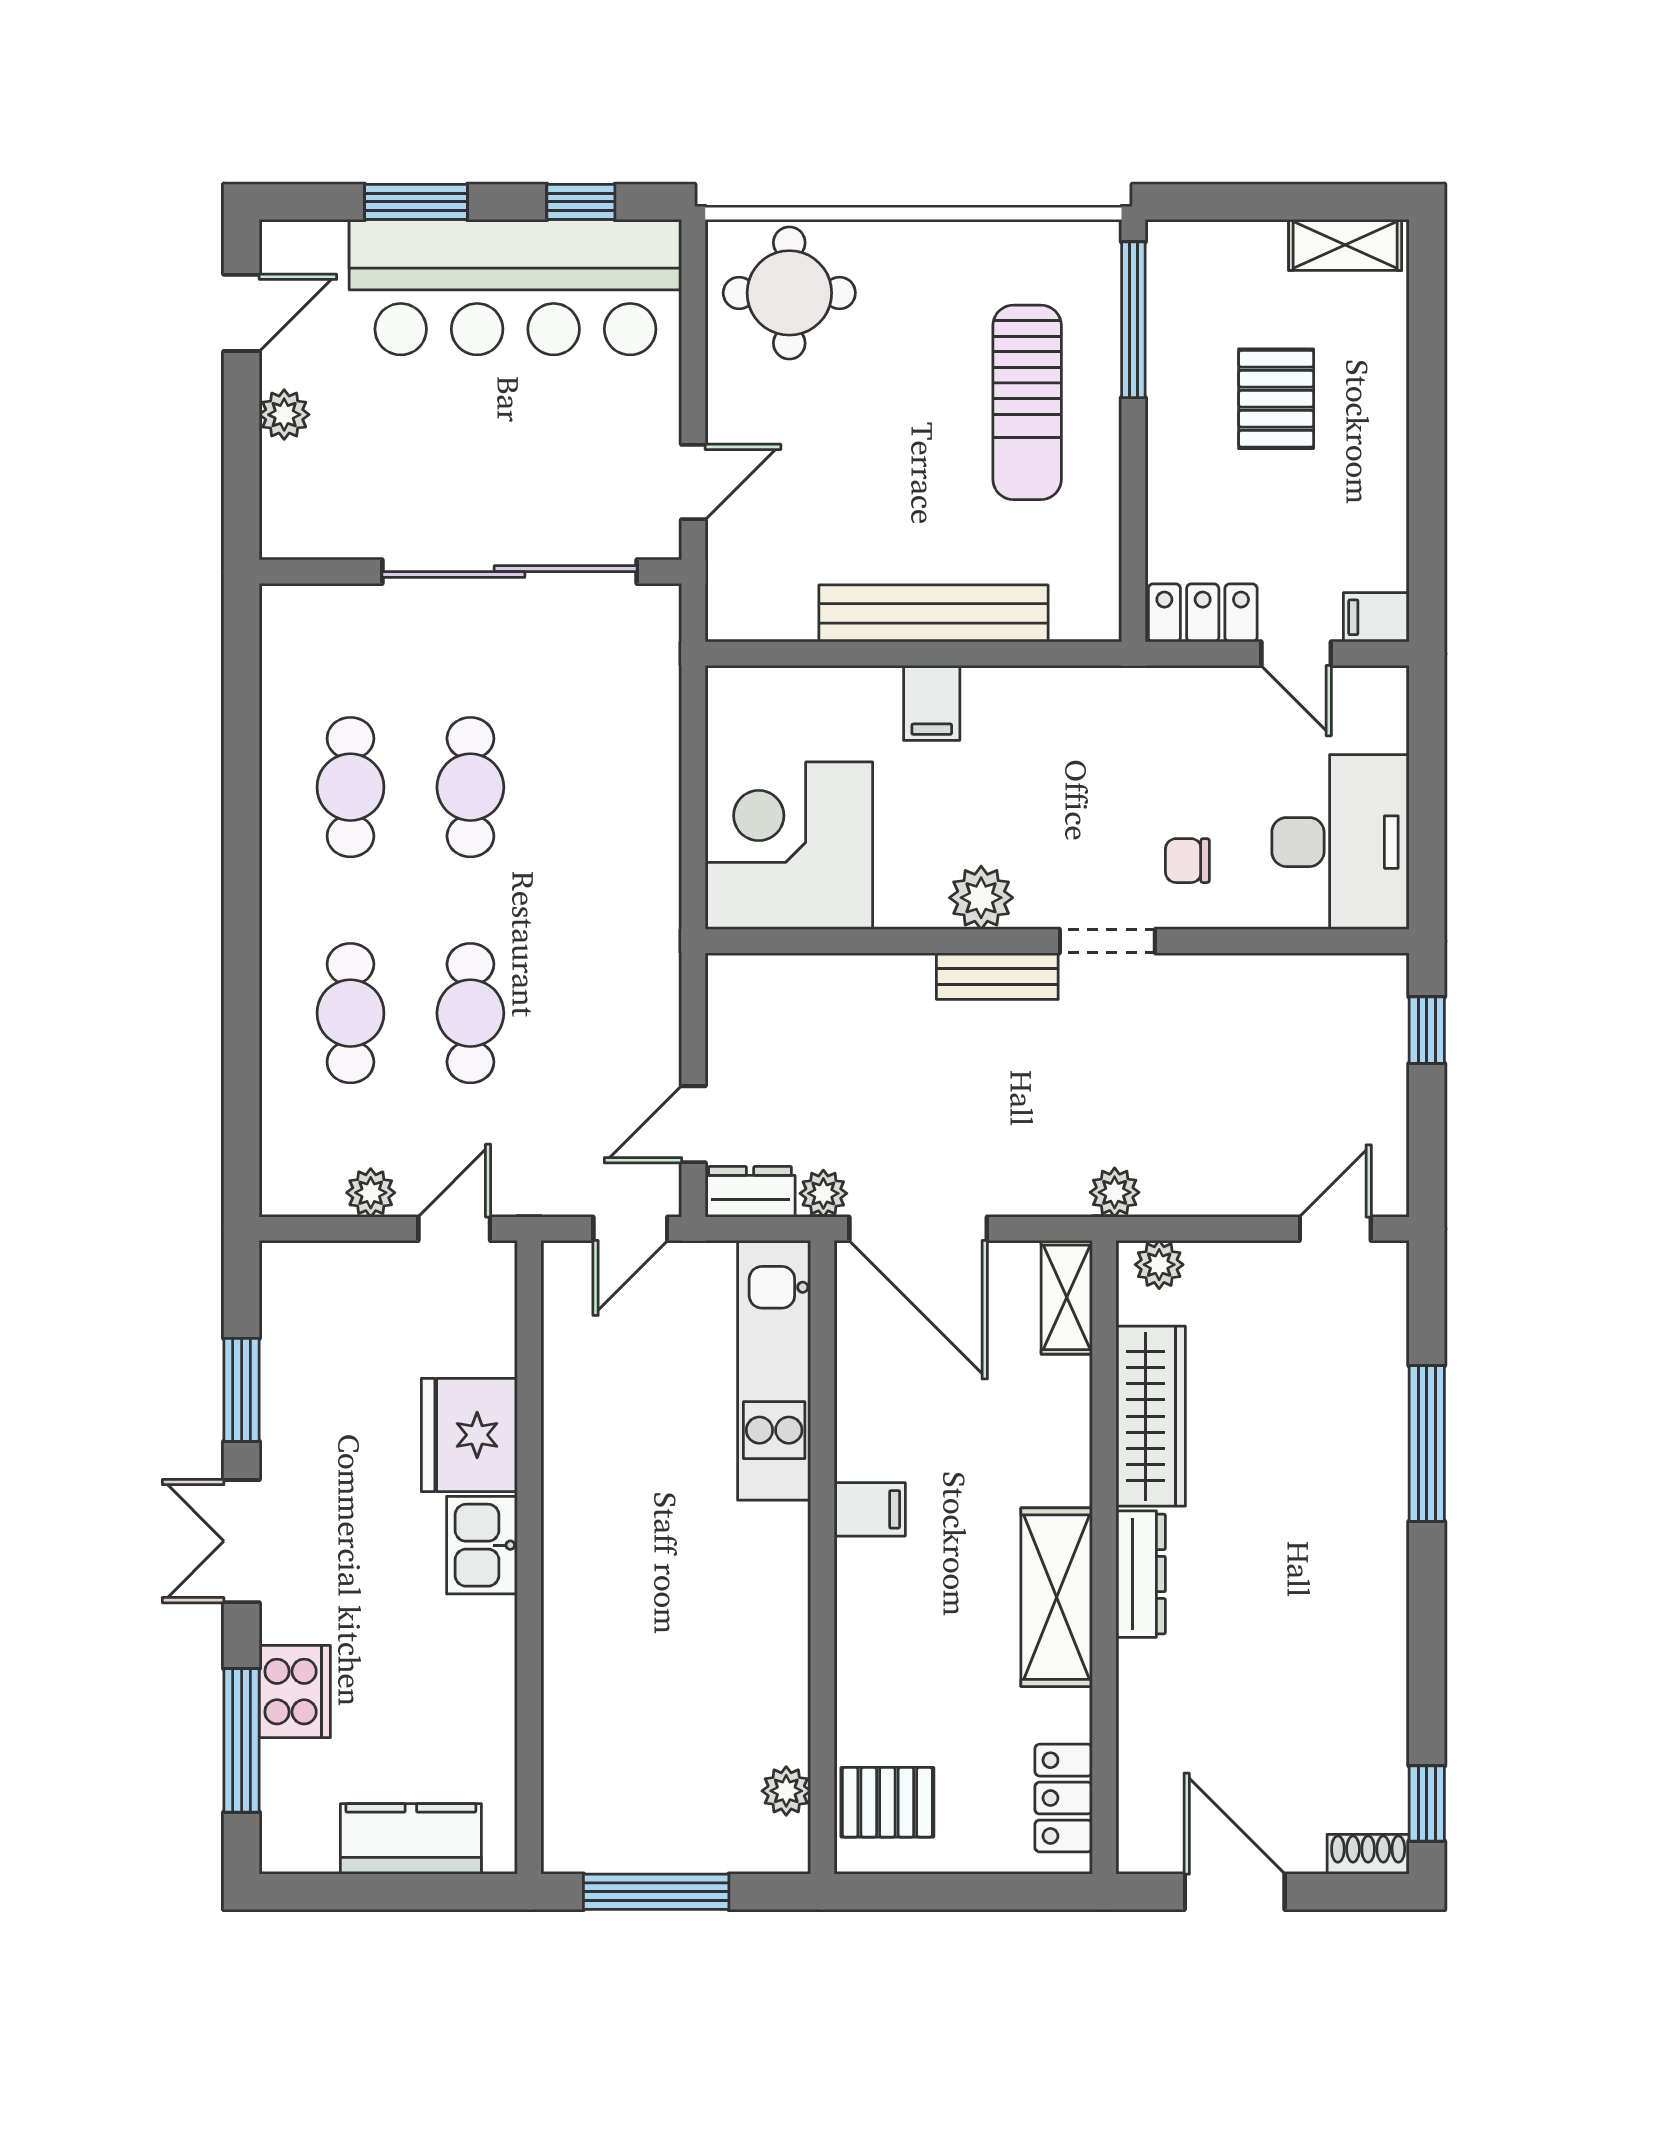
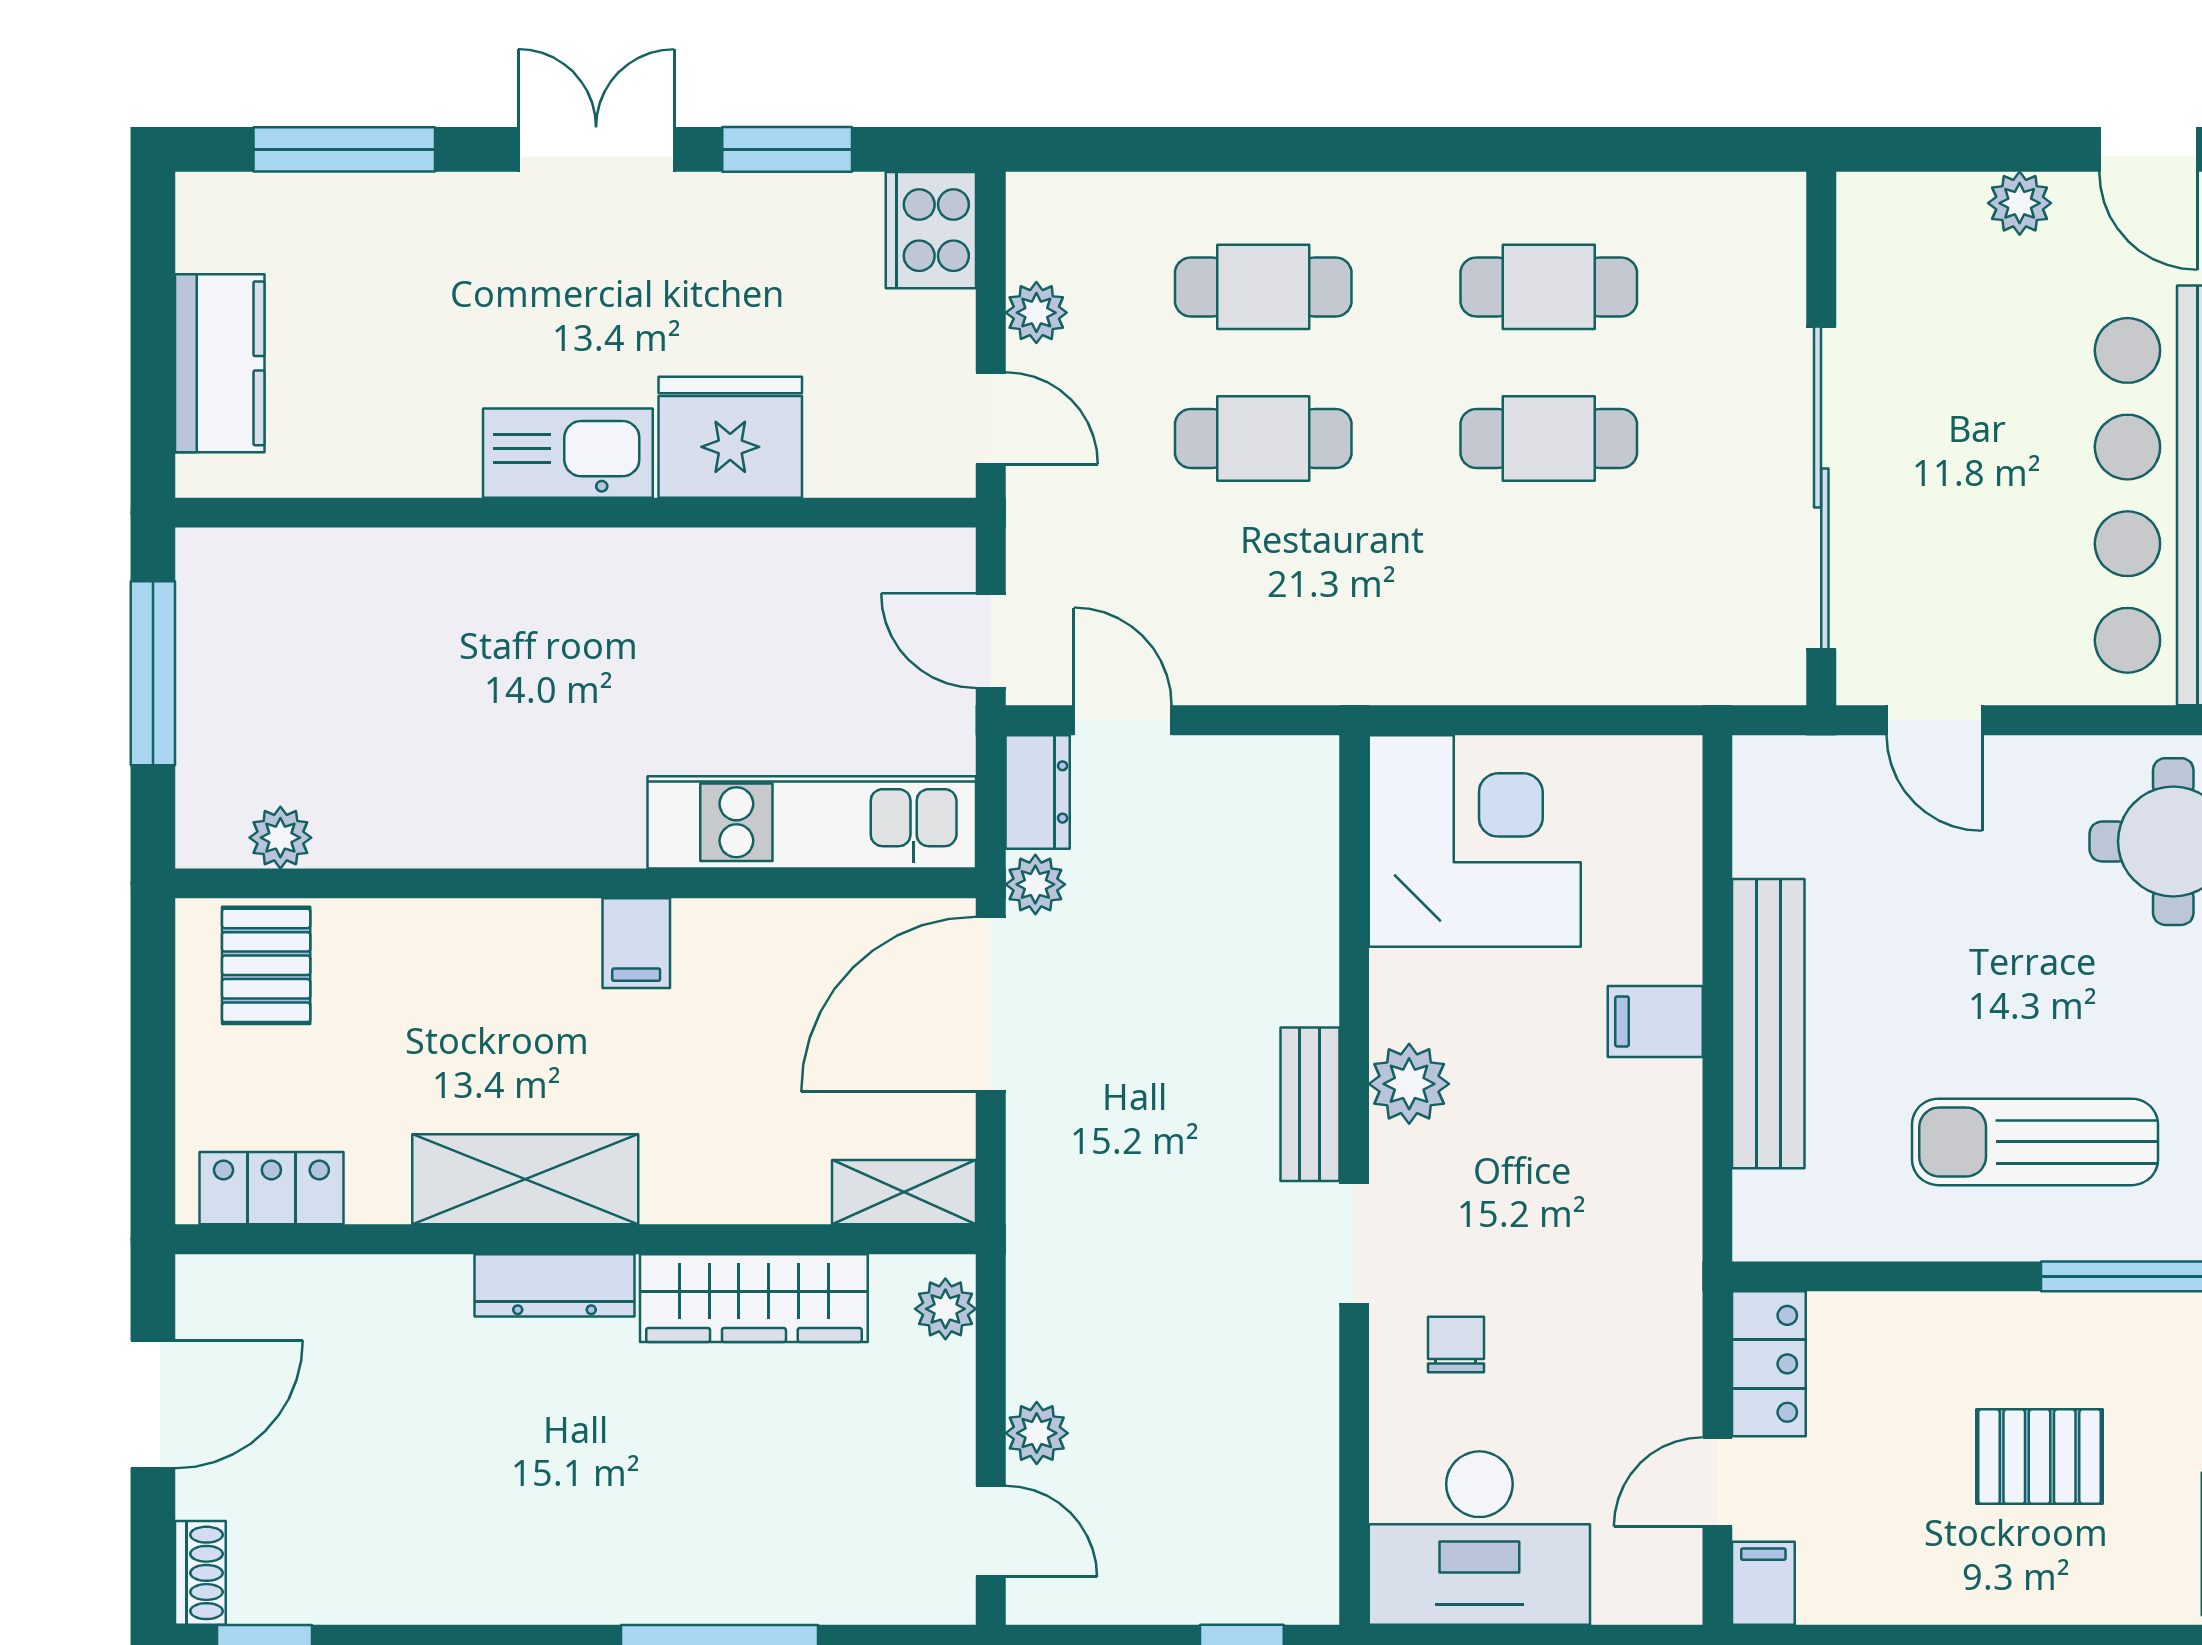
plant: (1115, 1192) -> (1037, 1433), moved
kitchen sink: (482, 1545) -> (568, 453), width x1.38
cooker: (295, 1692) -> (931, 230), moved, turned 90

